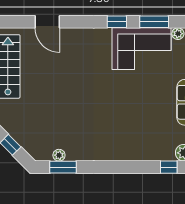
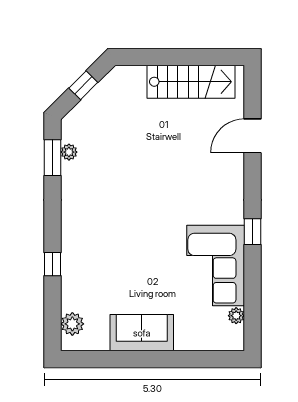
window: (154, 22) -> (253, 283), removed
window: (169, 167) -> (53, 264), moved

